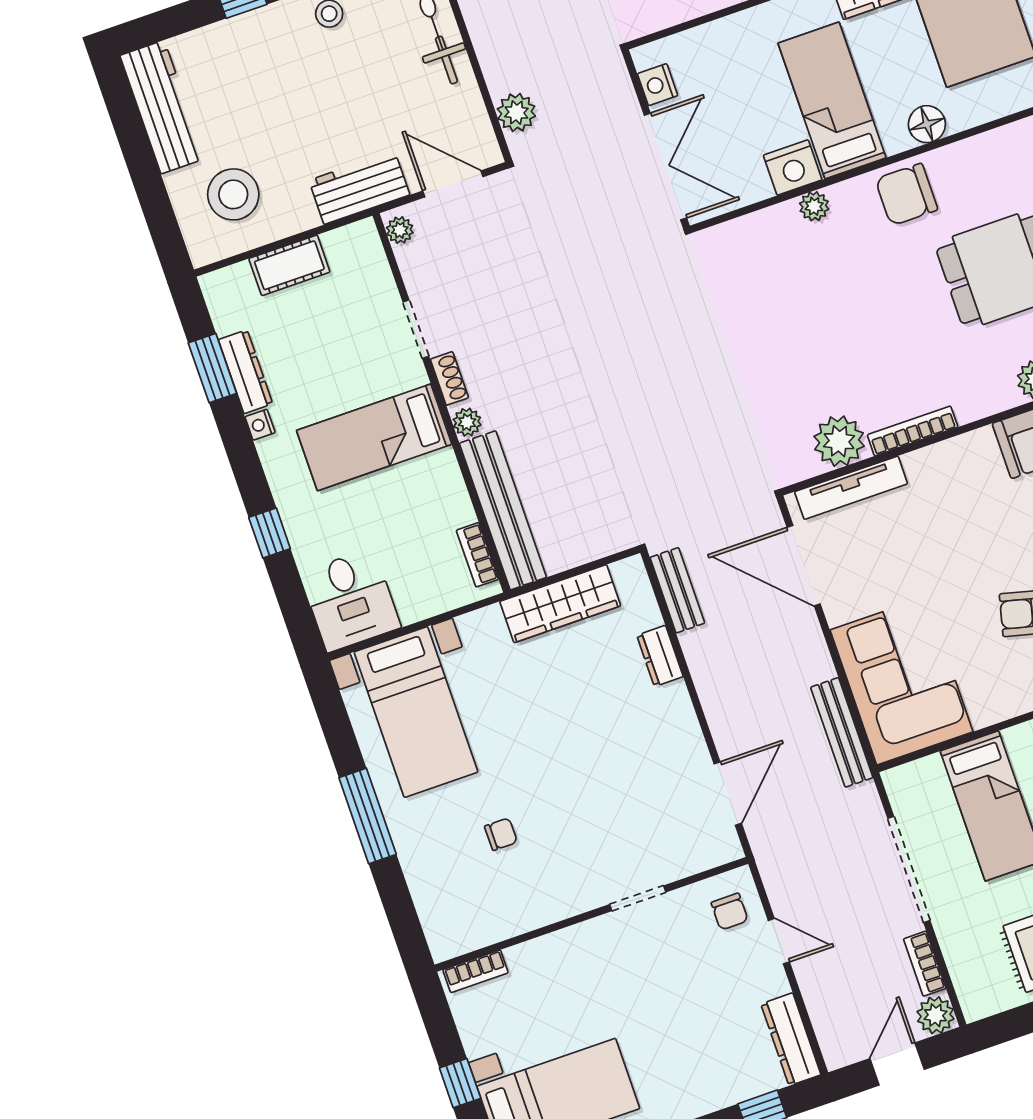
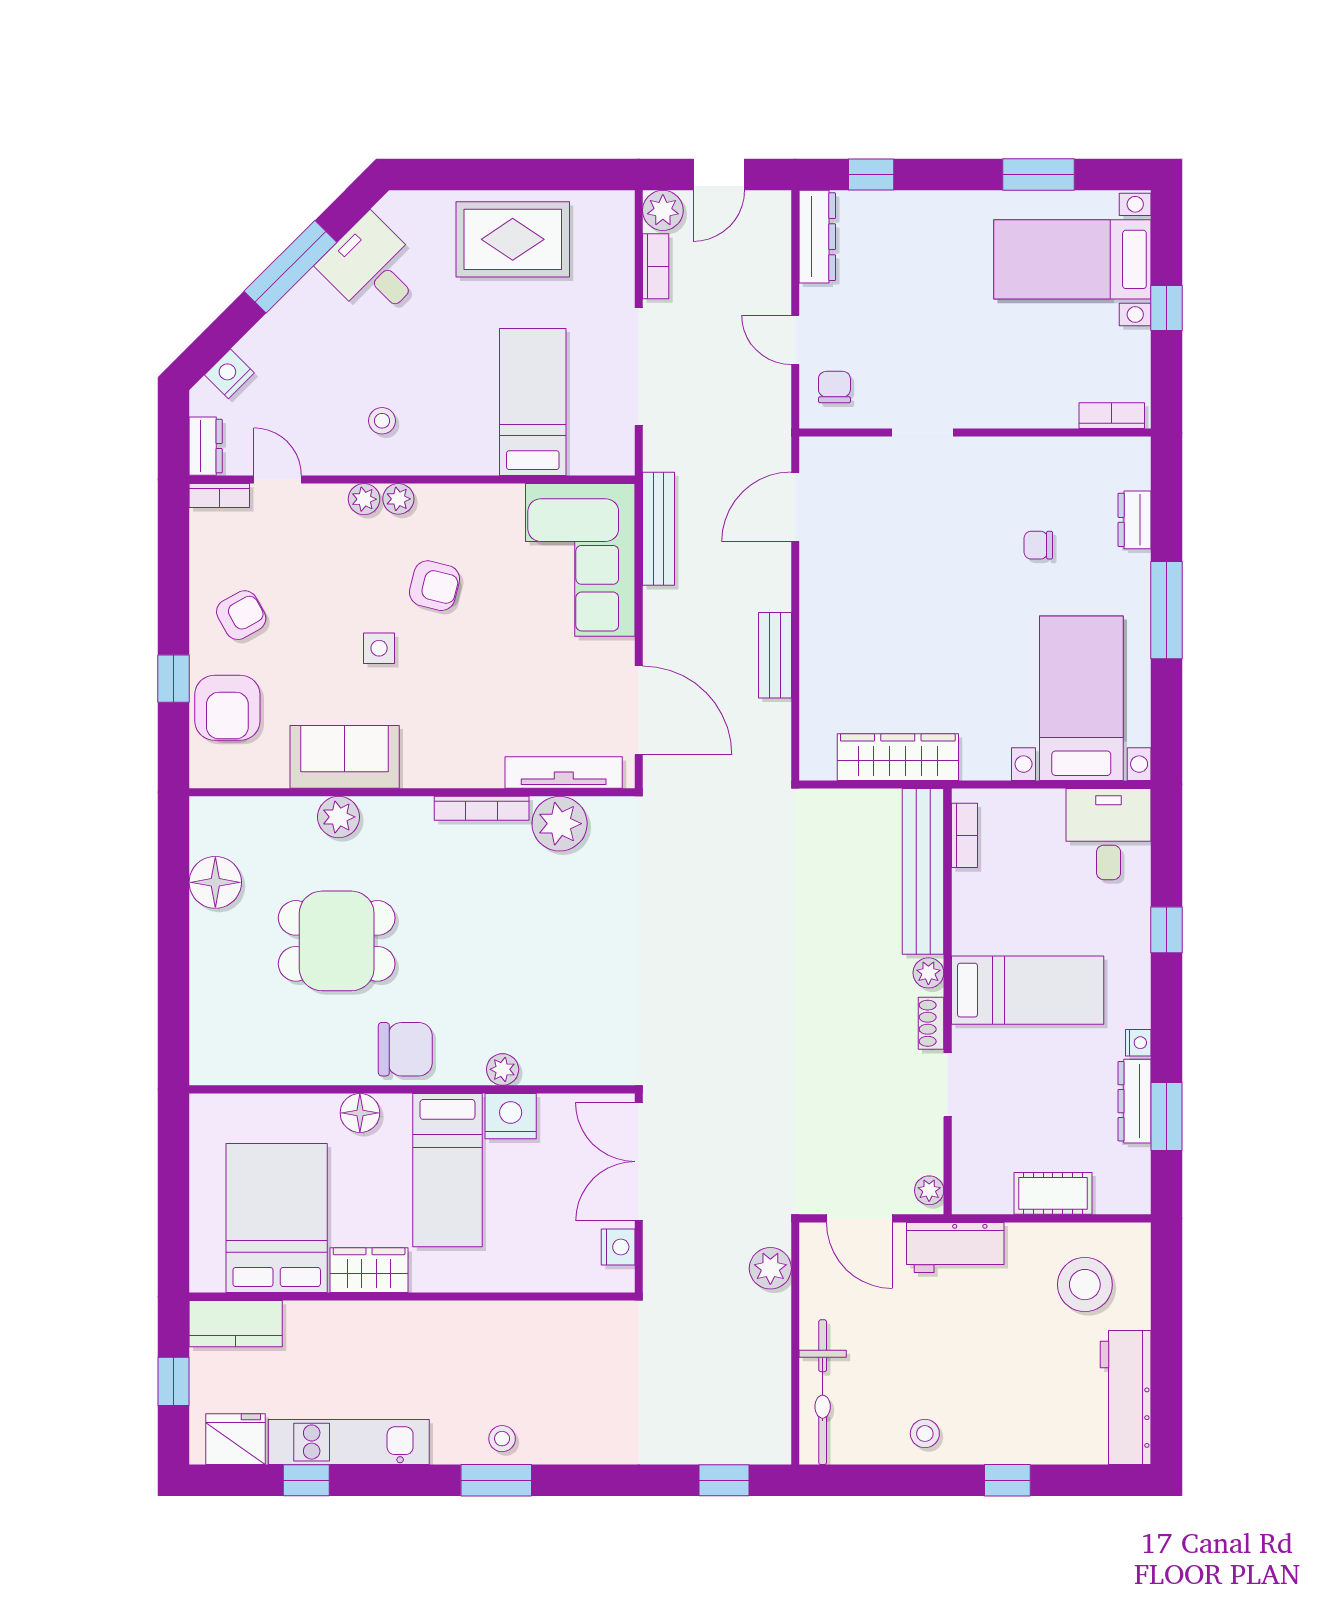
bench: (677, 590) -> (775, 655), moved
dresser: (660, 656) -> (1135, 520), moved, turned 180

